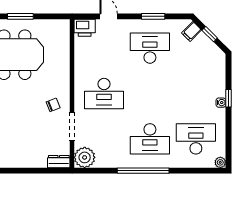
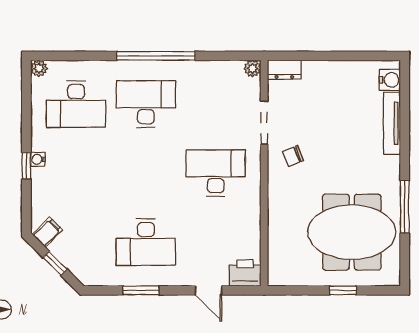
window: (20, 16) -> (343, 290), width x0.67
filing cabinet: (192, 31) -> (47, 232), moved
plant: (85, 157) -> (253, 69), width x0.53, depth x0.53

